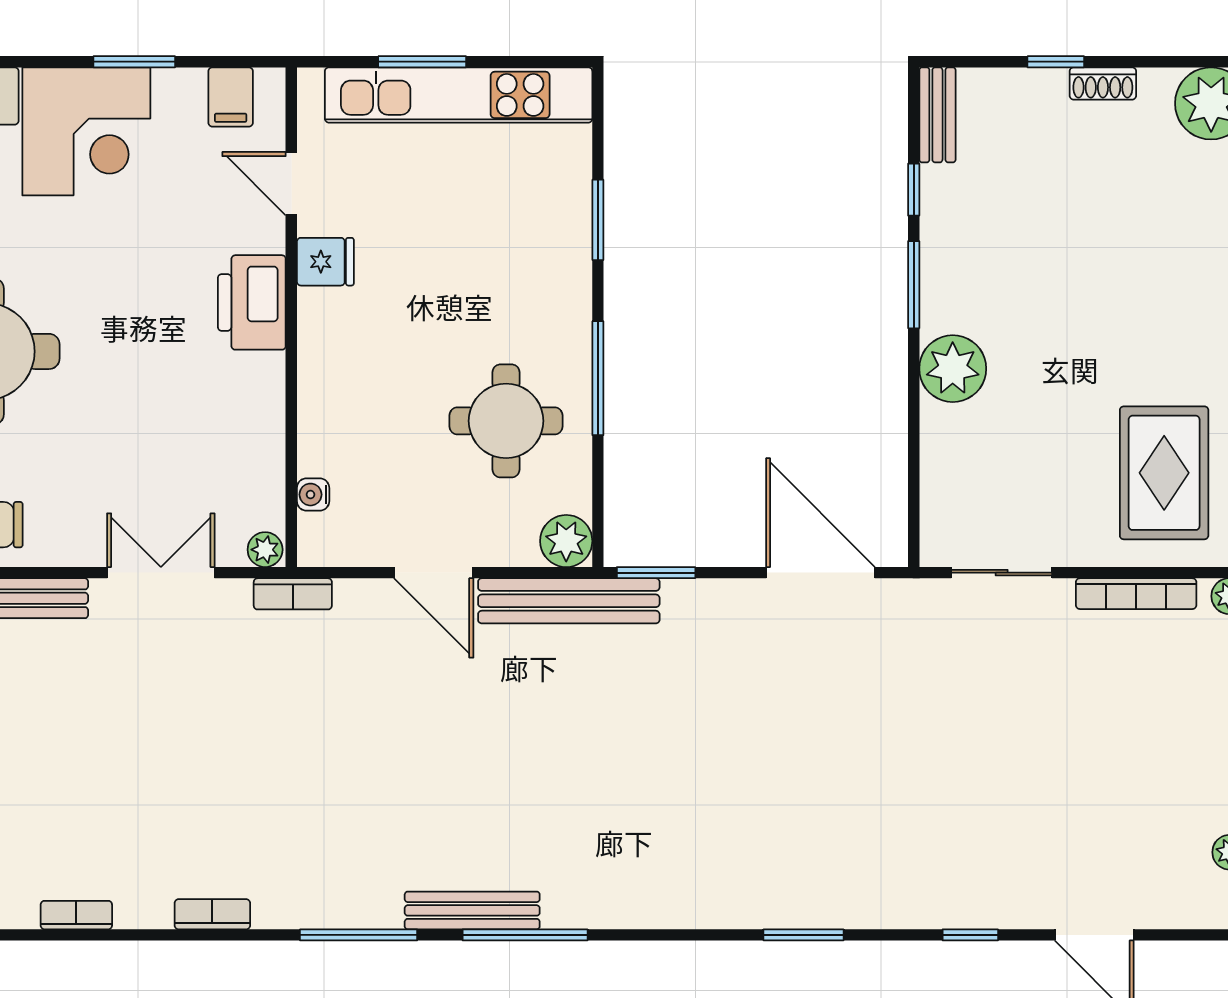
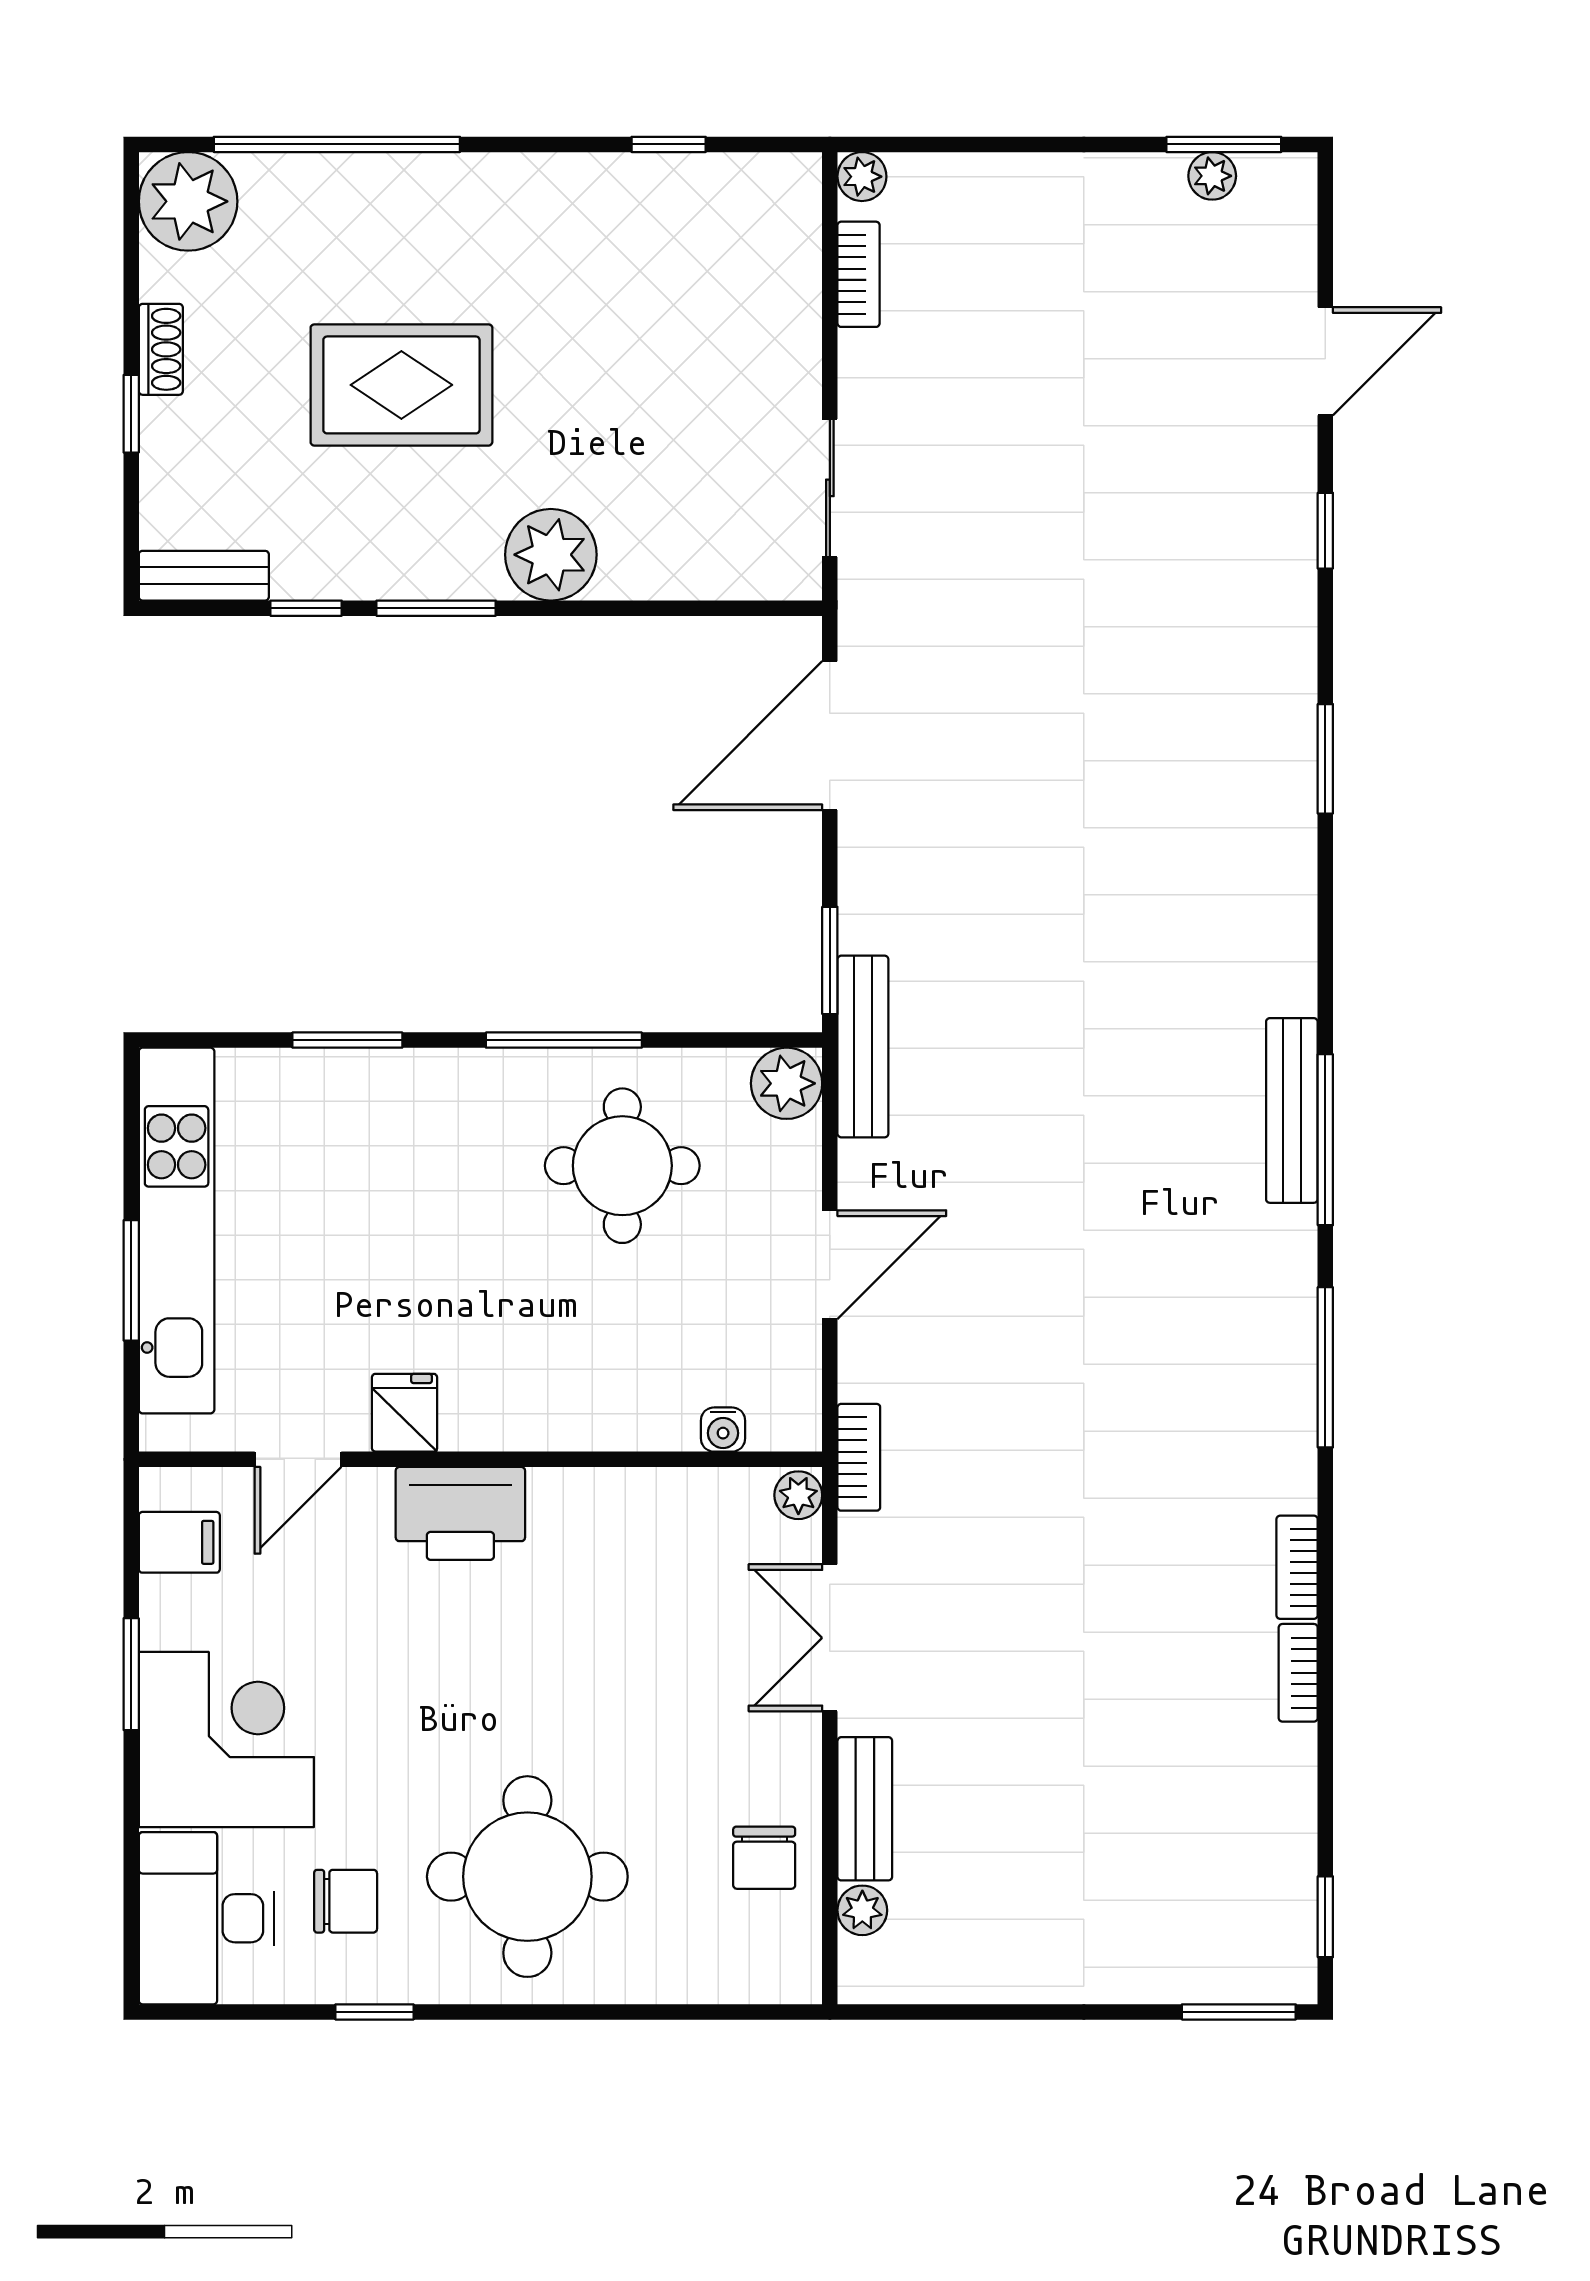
rug: (1164, 473) -> (401, 385), moved
bookcase: (1136, 594) -> (859, 274), width x0.64
bench: (569, 601) -> (863, 1046), width x0.73, depth x0.82
bench: (472, 910) -> (1292, 1110), moved
bookcase: (76, 915) -> (1298, 1673), moved

